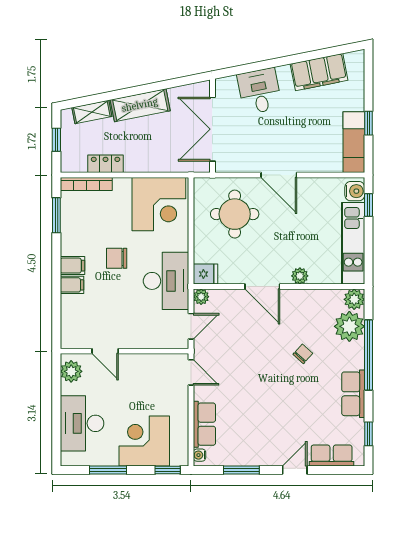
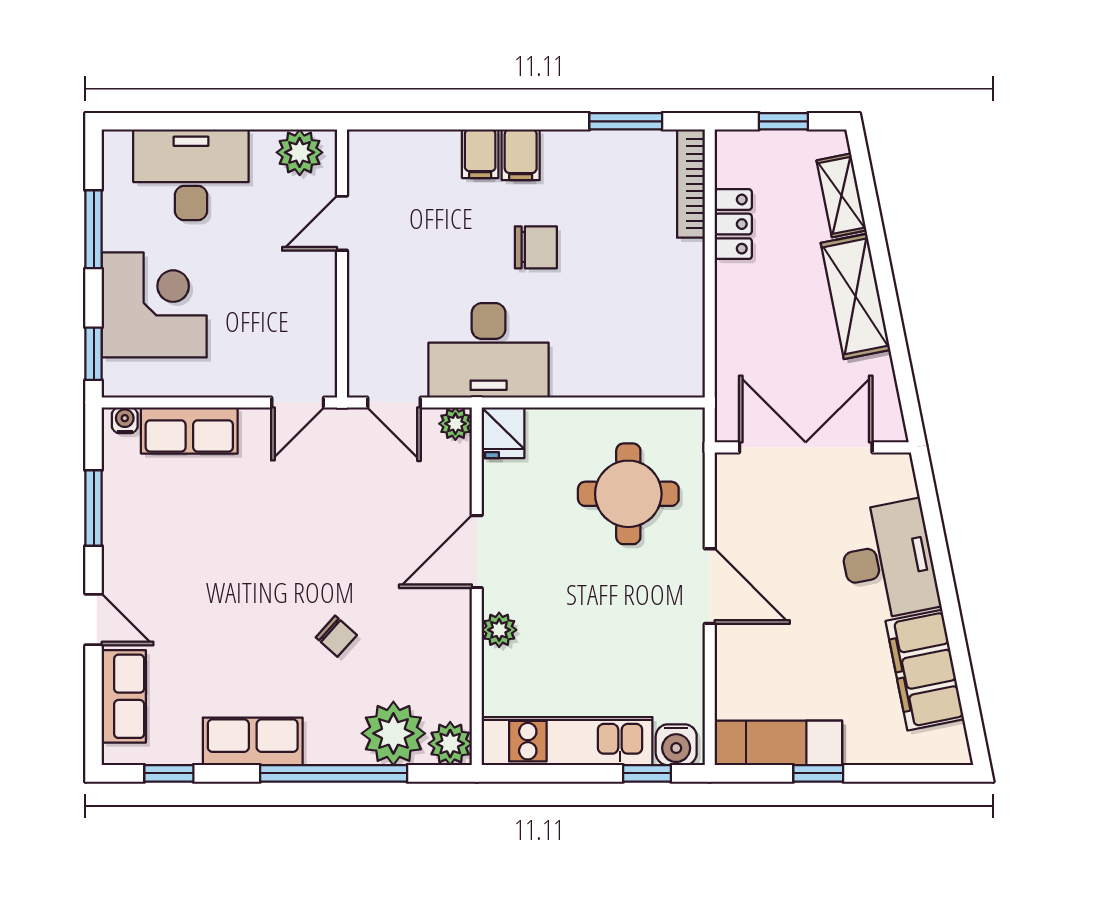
desk: (260, 91) -> (888, 560), width x1.37
door: (279, 175) -> (710, 586), swing flipped
corner desk: (159, 204) -> (649, 335), removed
chair: (117, 258) -> (536, 247), turned 90

